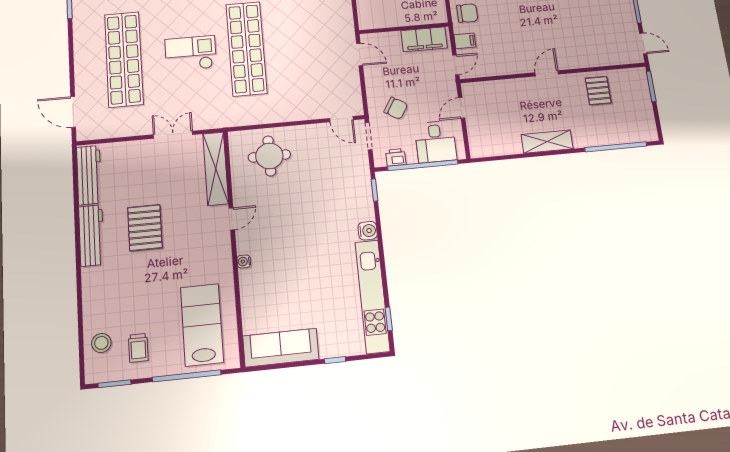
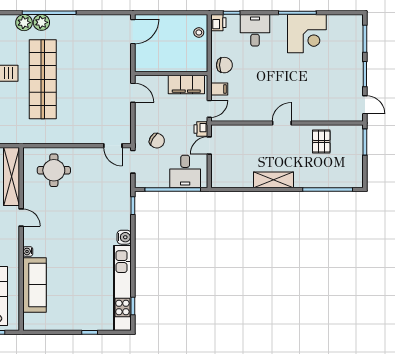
printer: (396, 157) -> (201, 129), moved, turned -90
door: (232, 219) -> (21, 218), hinge flipped
sofa: (281, 348) -> (35, 285), moved, turned 90

